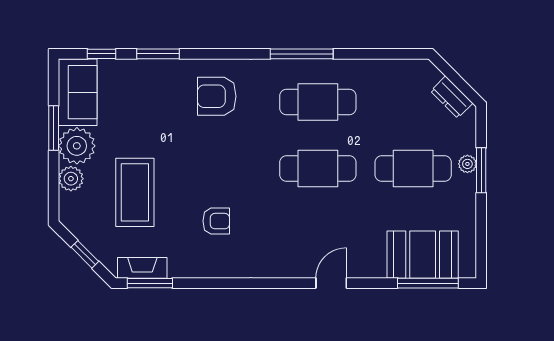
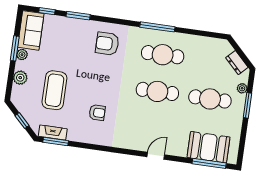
plant: (77, 146) -> (22, 55), width x0.53, depth x0.53
plant: (467, 164) -> (242, 88), moved

